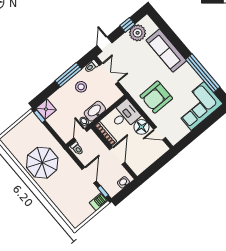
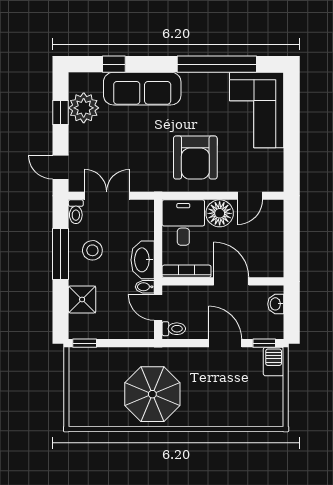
window: (166, 30) -> (114, 64), added
shower: (46, 109) -> (82, 299), moved

